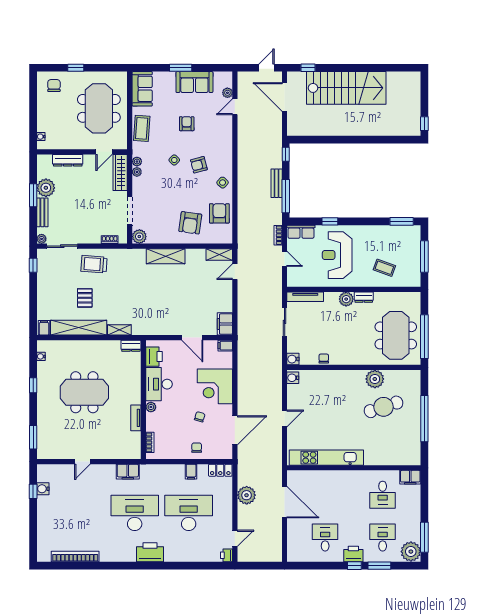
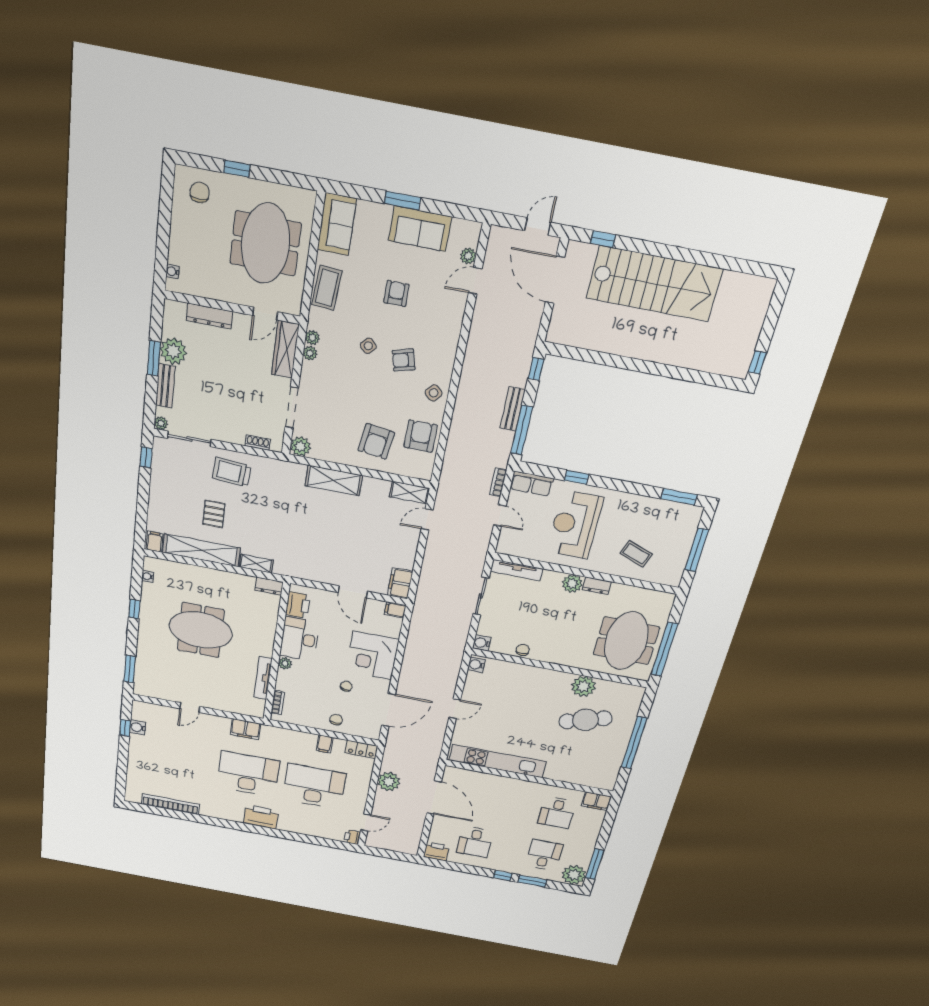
tv unit: (136, 418) -> (263, 678), width x1.41
desk: (325, 537) -> (475, 842), turned 180
printer: (353, 554) -> (436, 851), moved

